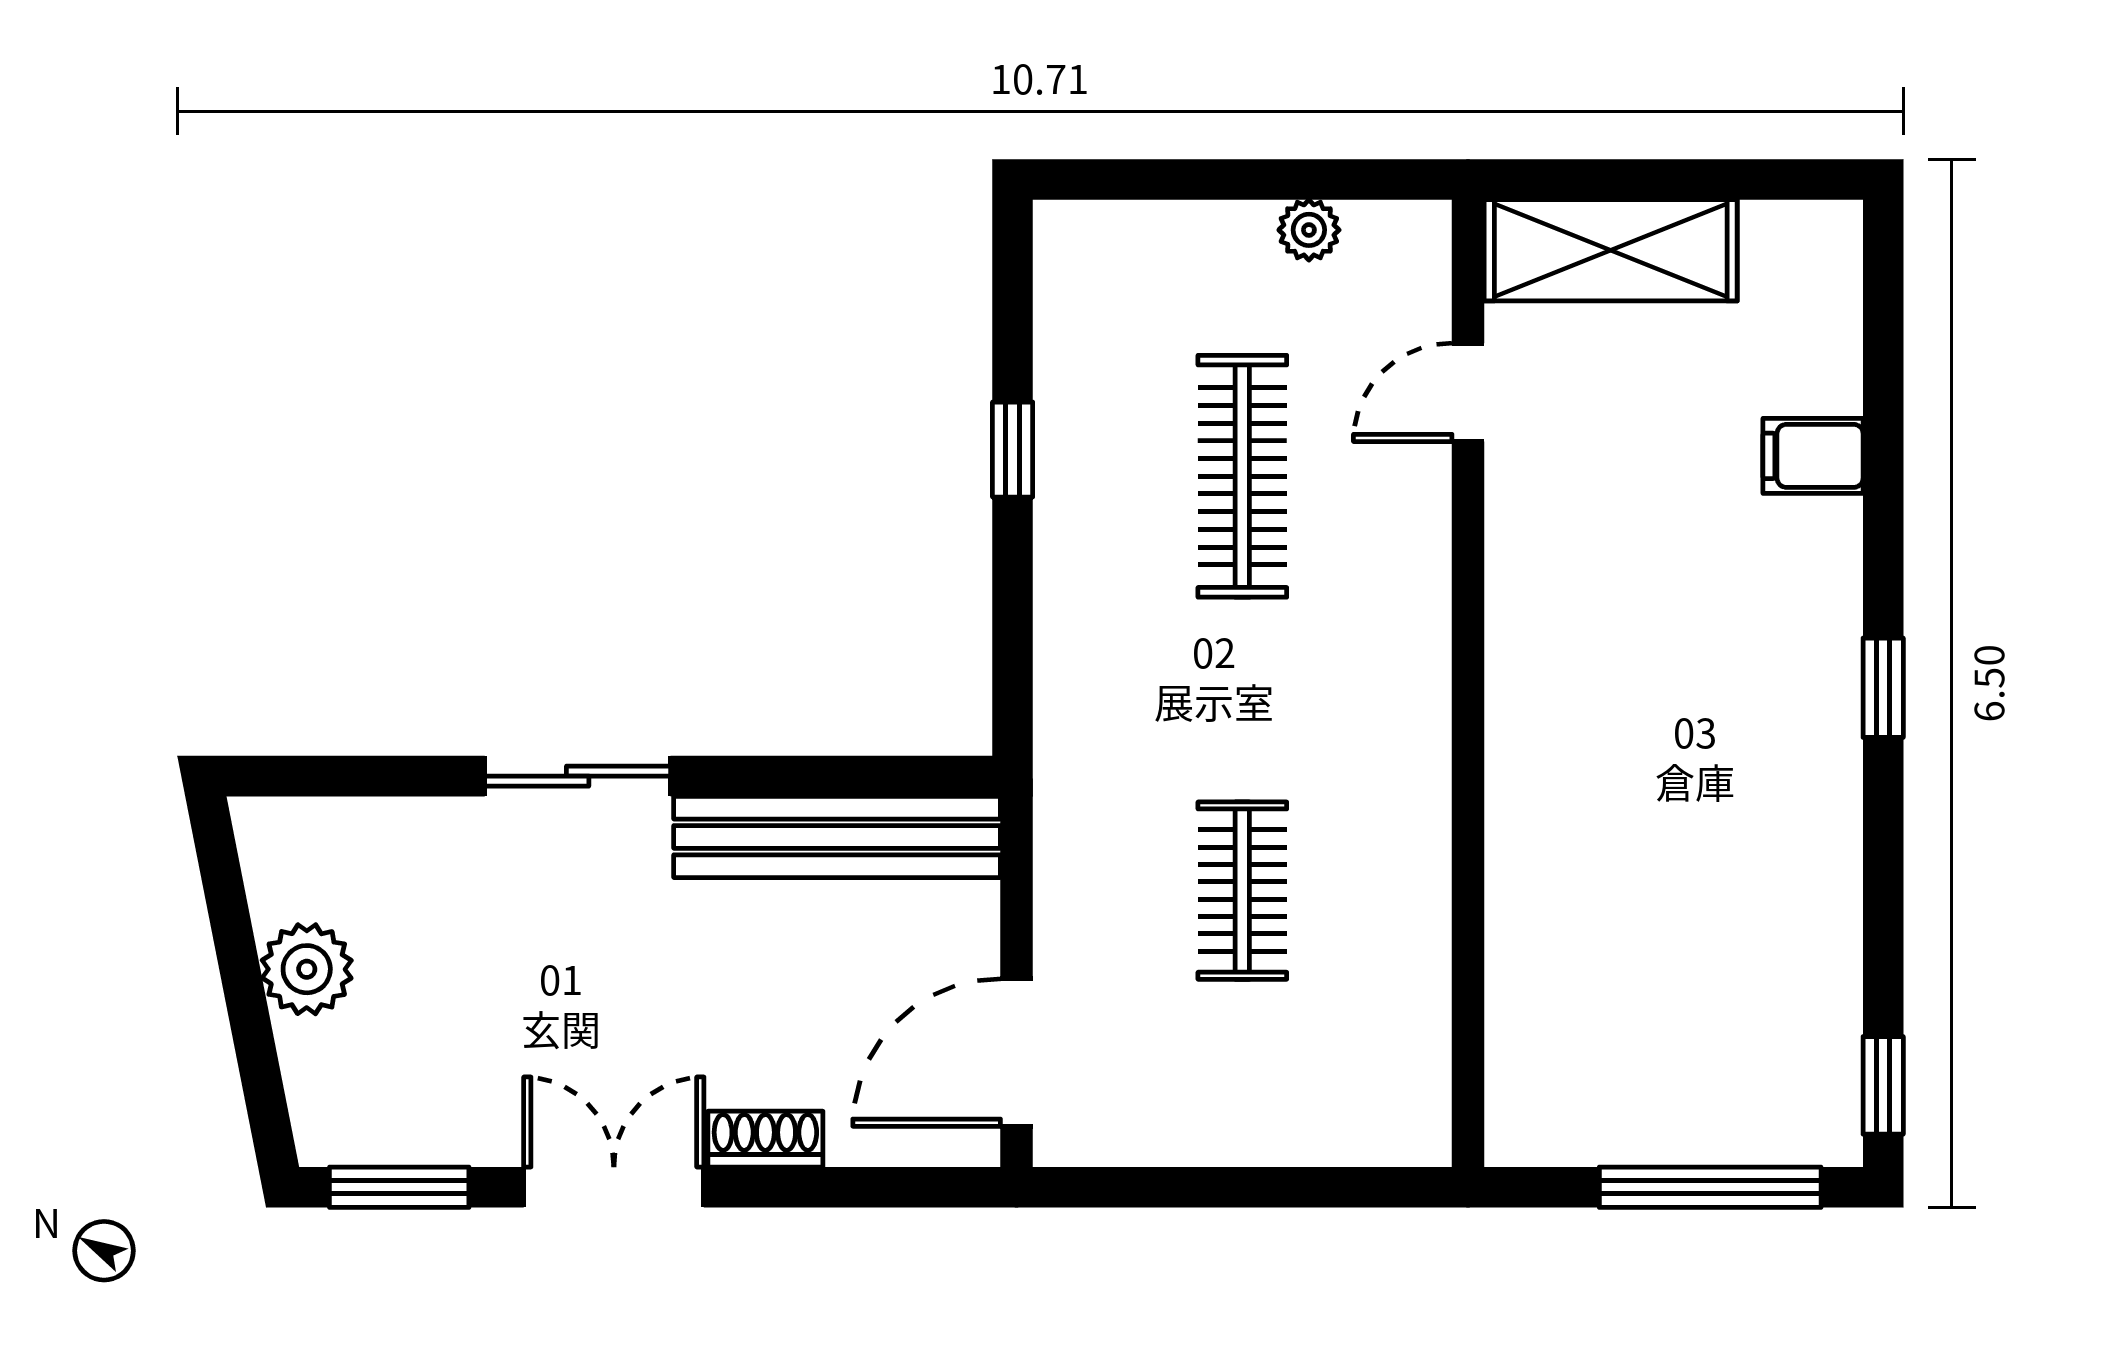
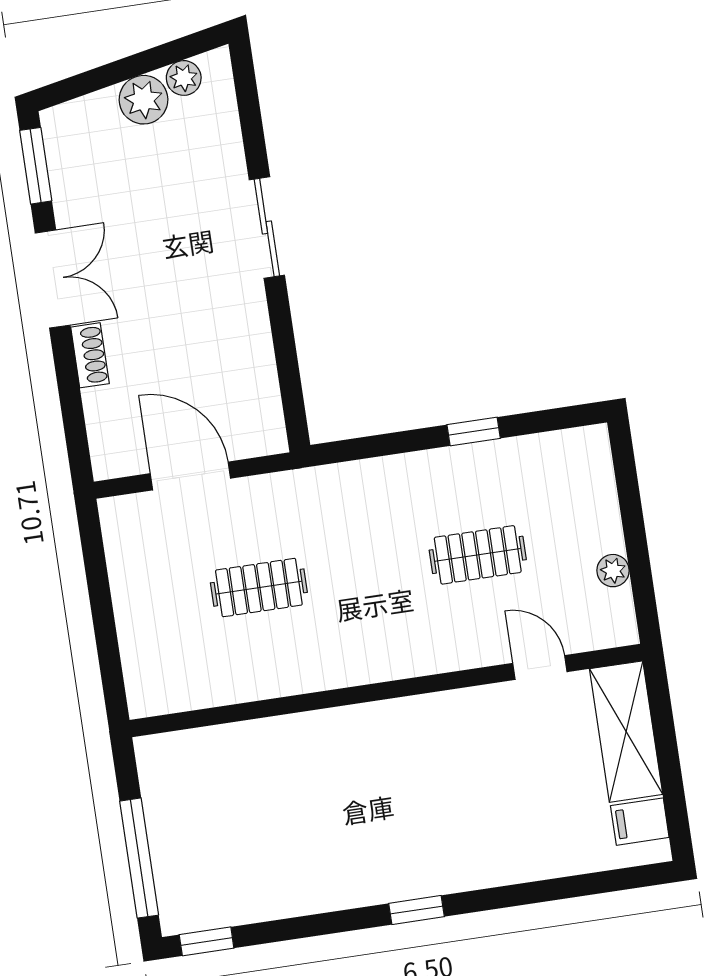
filing cabinet: (1813, 456) -> (640, 822), moved, turned -90
clothes rail: (1242, 476) -> (478, 555), width x0.73
bench: (837, 837) -> (255, 369), removed
plant: (278, 889) -> (184, 78), added
door: (1017, 1053) -> (190, 476), moved

